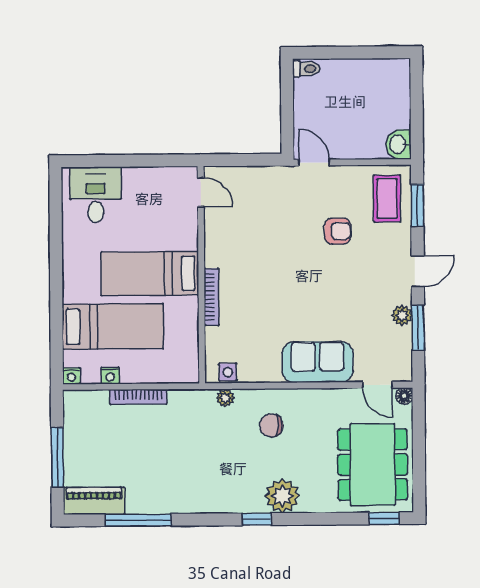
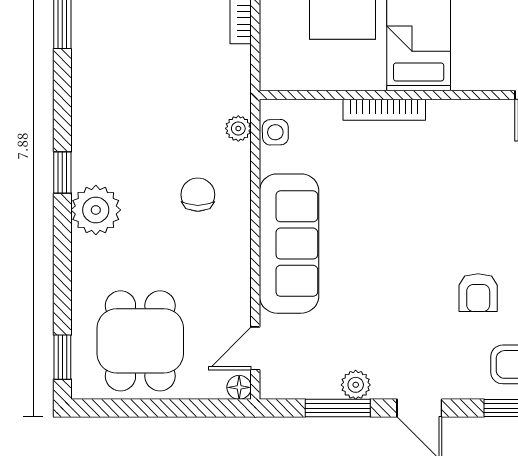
sofa: (317, 362) -> (289, 244), width x1.36
dining table: (373, 465) -> (140, 341), width x0.73

